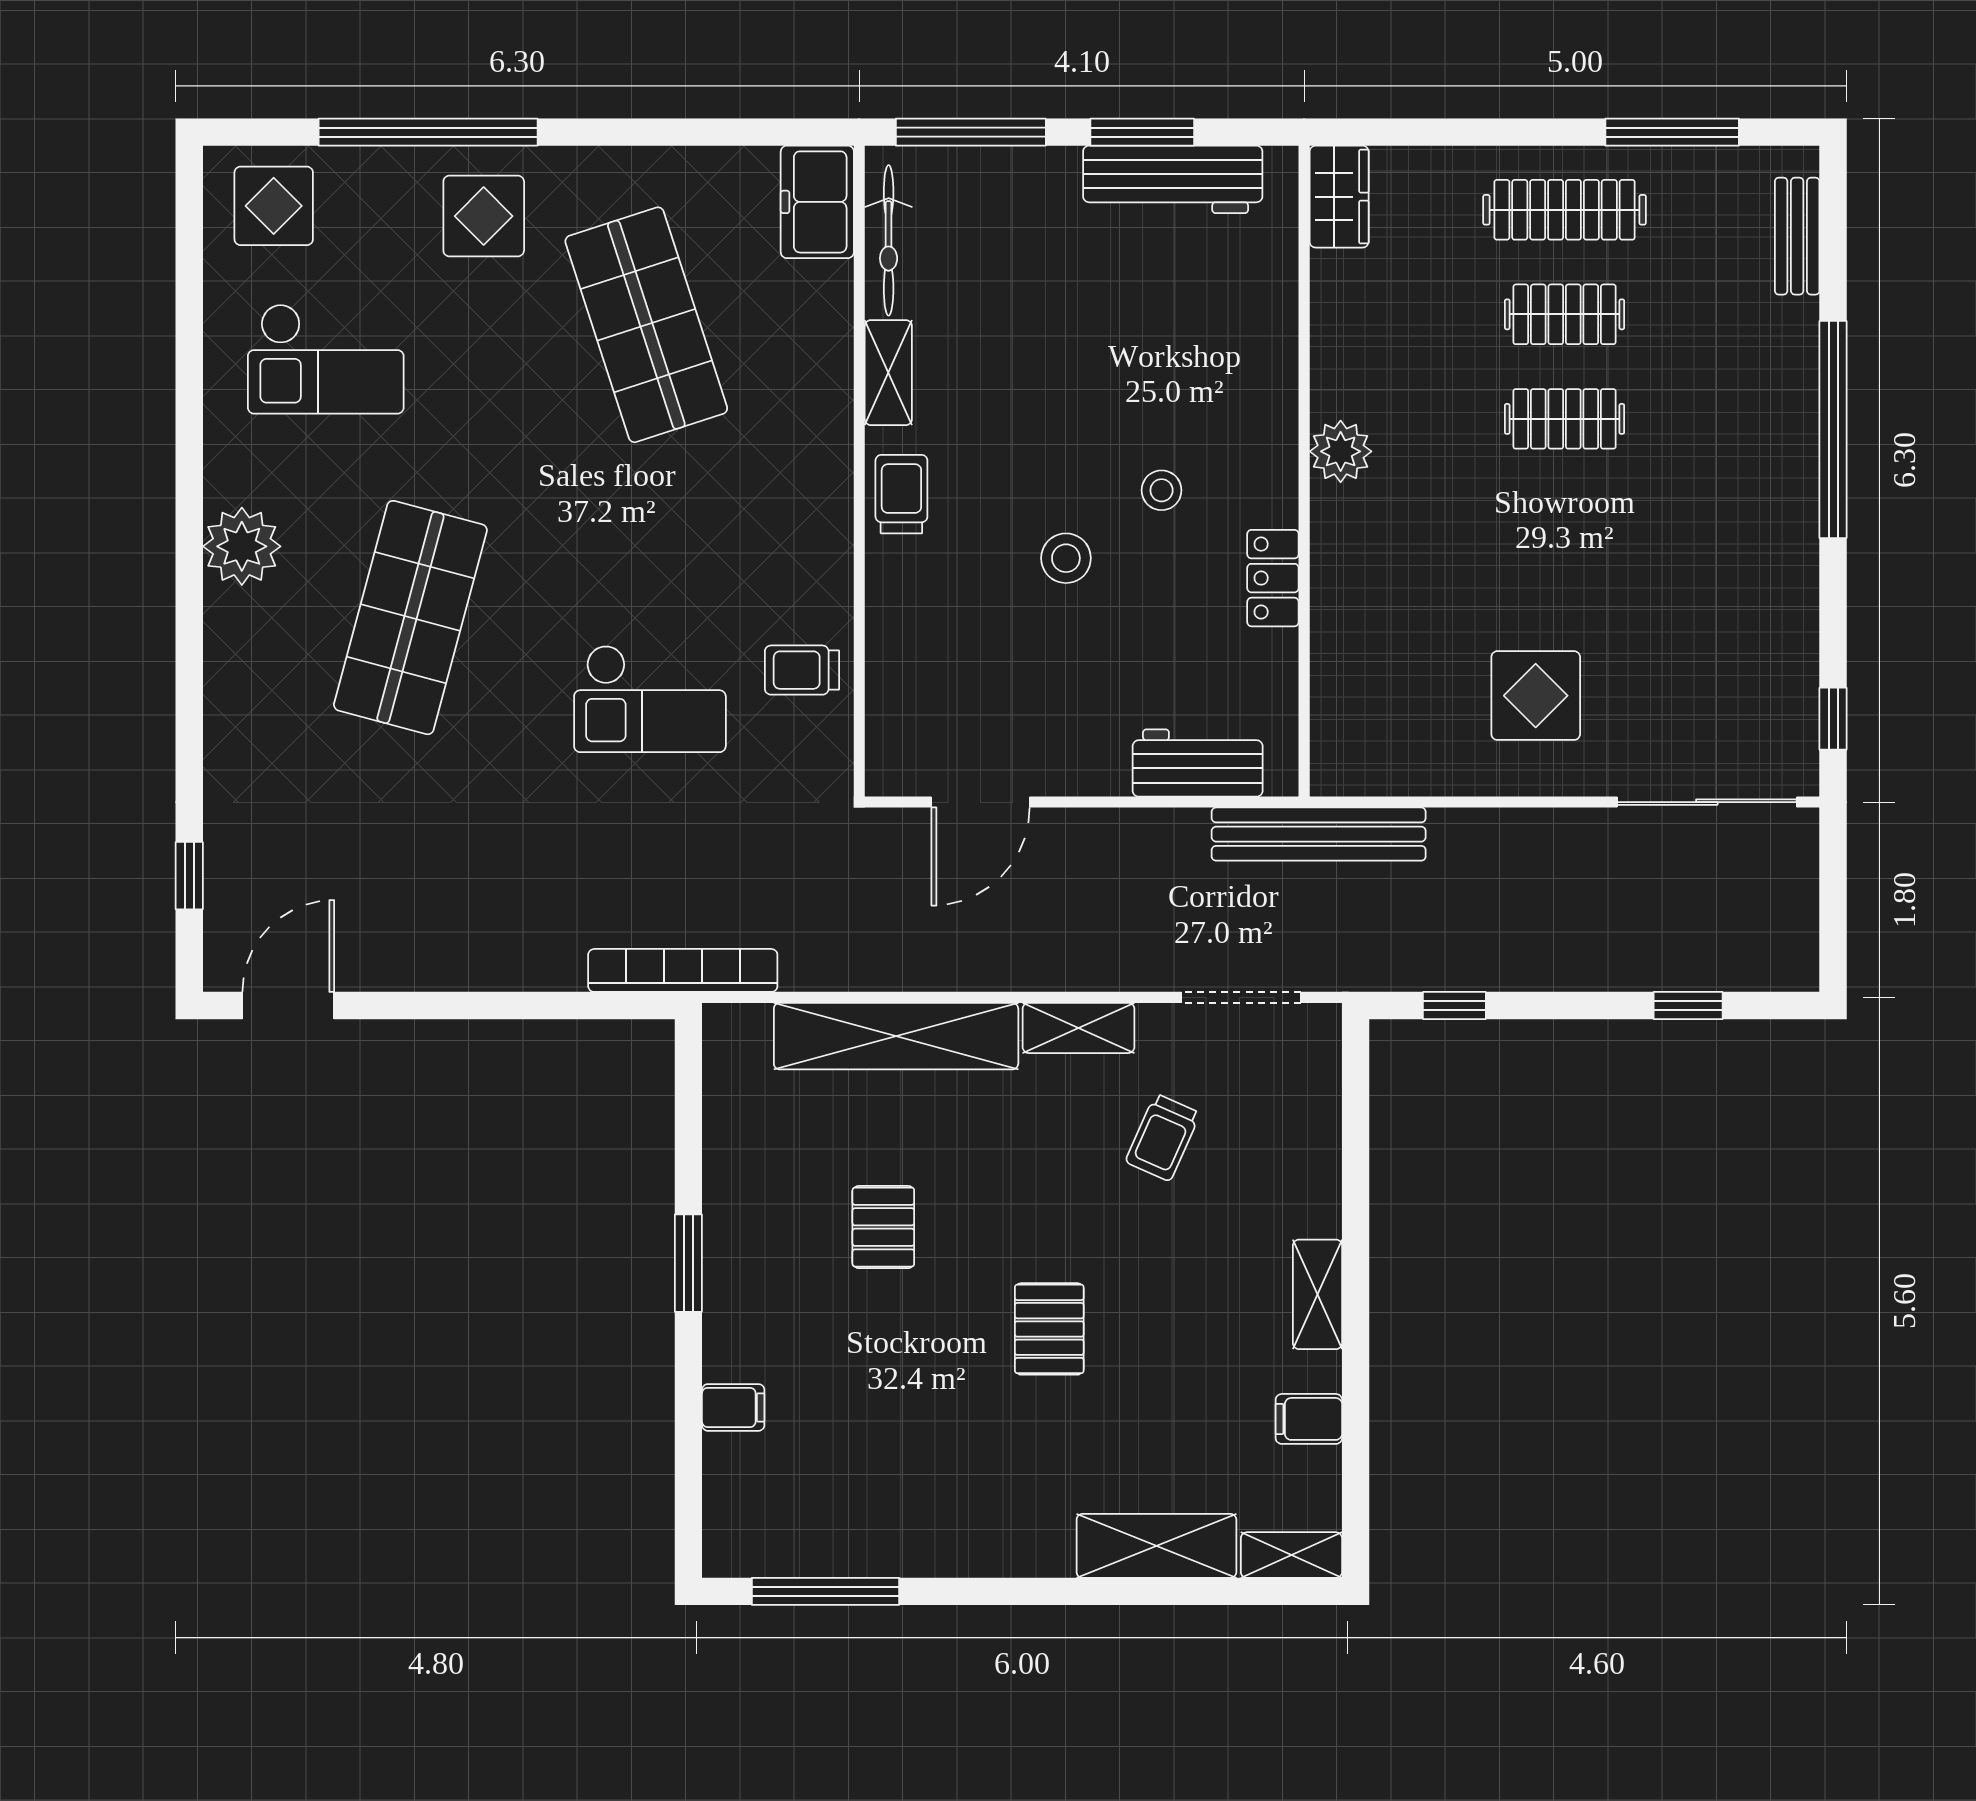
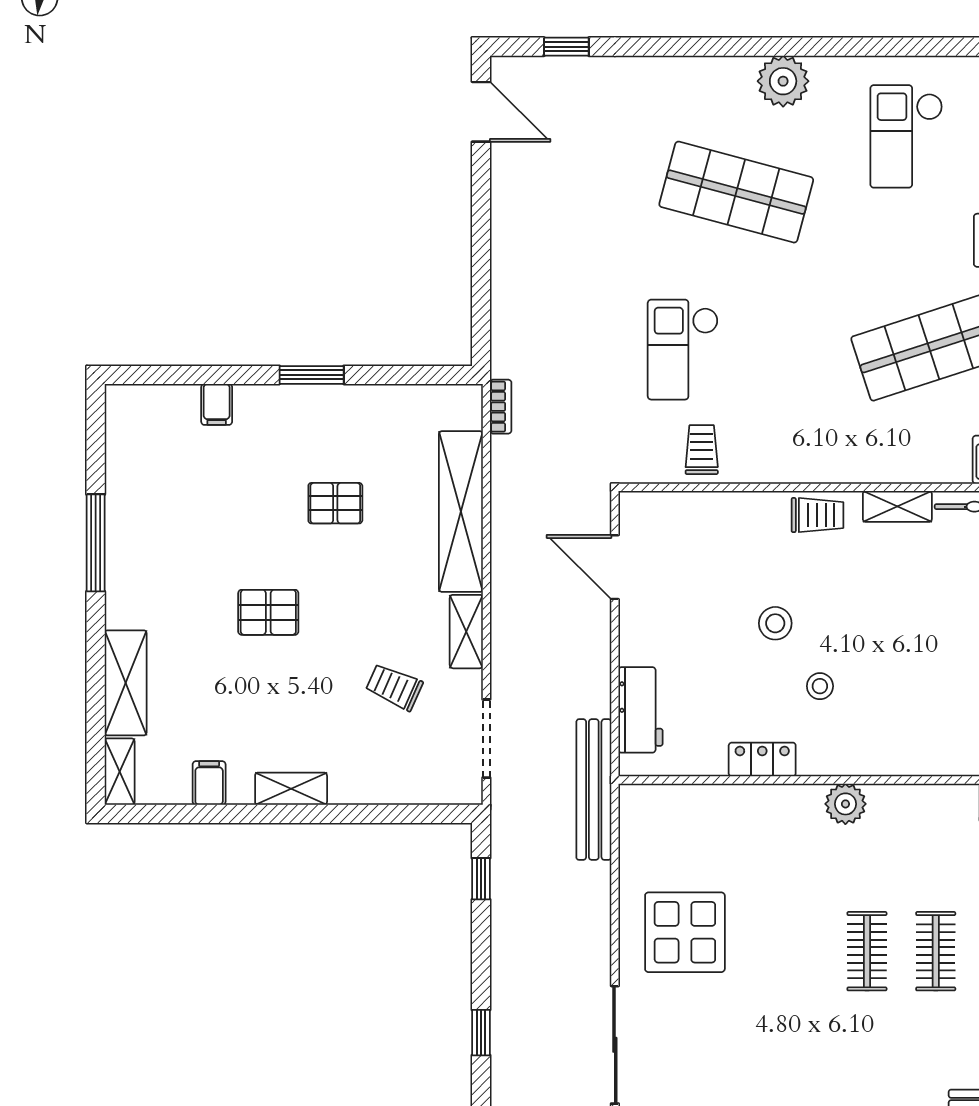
display table: (1536, 696) -> (685, 932), width x1.36, depth x1.36
bookcase: (683, 970) -> (501, 407), width x0.43, depth x0.76
window: (825, 1591) -> (96, 543), moved

